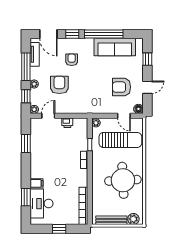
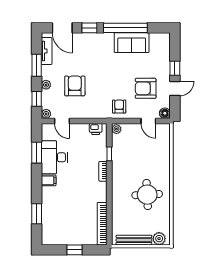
sofa: (115, 47) -> (132, 43), width x0.73
window: (147, 59) -> (175, 68), moved
armchair: (72, 60) -> (119, 107), moved
window: (26, 67) -> (37, 65), width x0.69
door: (48, 116) -> (62, 121), swing flipped
printer: (67, 123) -> (96, 129), moved
sun lounger: (120, 140) -> (144, 149), removed
round table: (123, 180) -> (147, 195), width x0.73, depth x0.73
filing cabinet: (36, 183) -> (49, 180), moved
desk: (41, 204) -> (54, 157), moved

